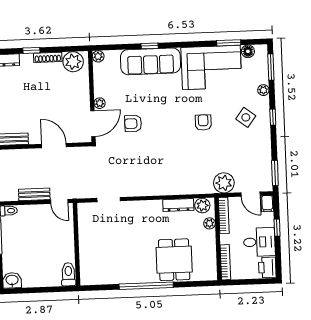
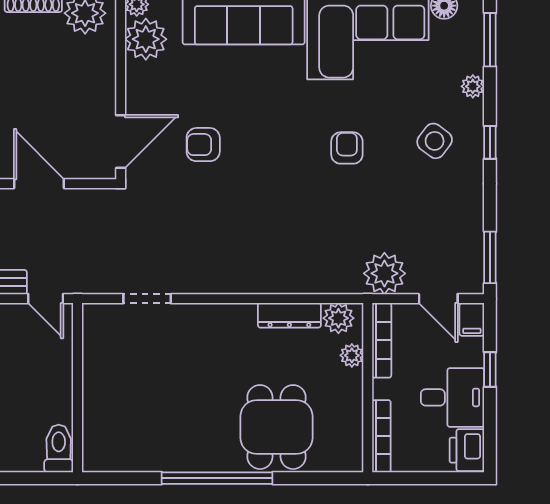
plant: (100, 103) -> (146, 39), moved, width x1.87, depth x1.87

